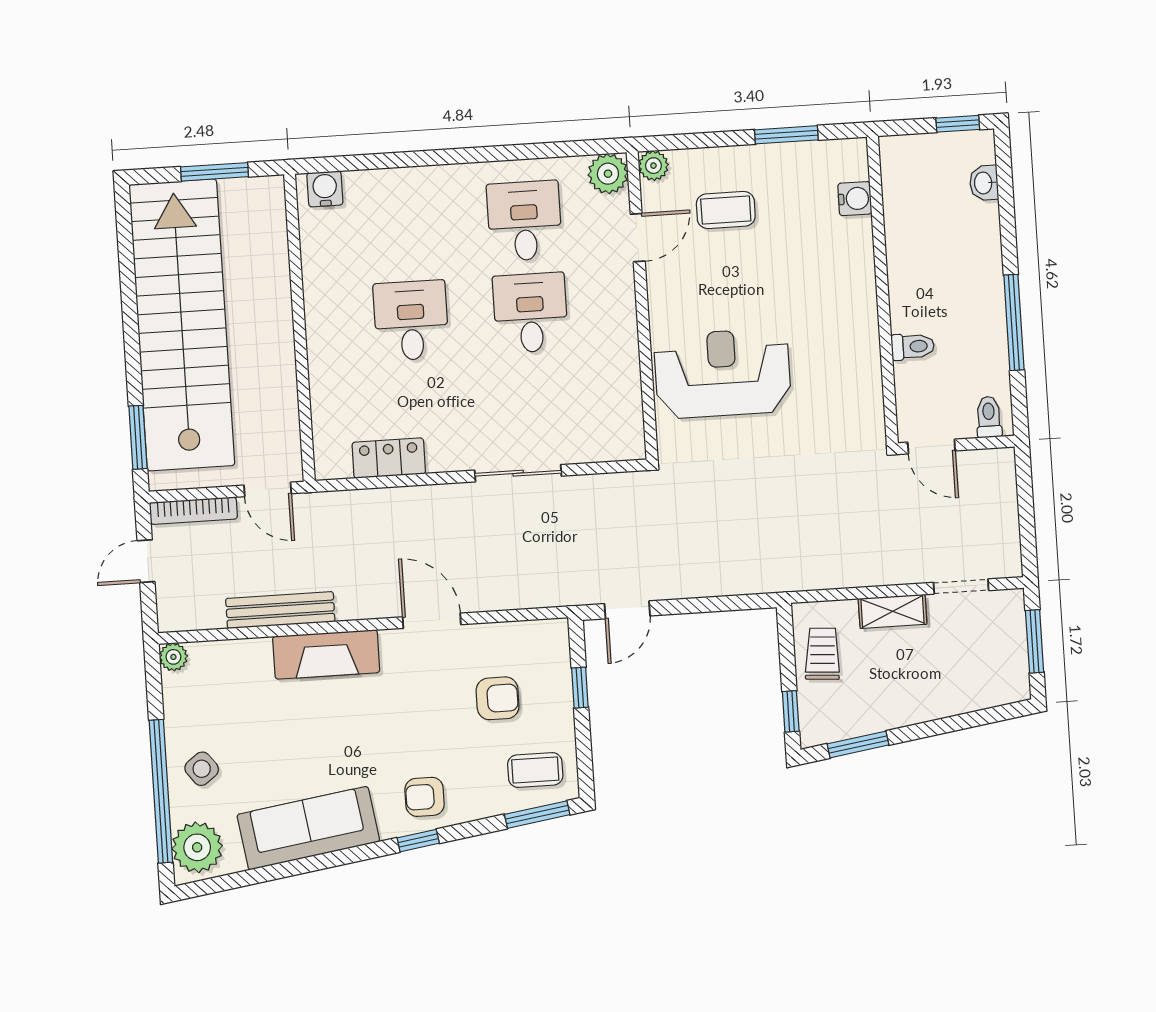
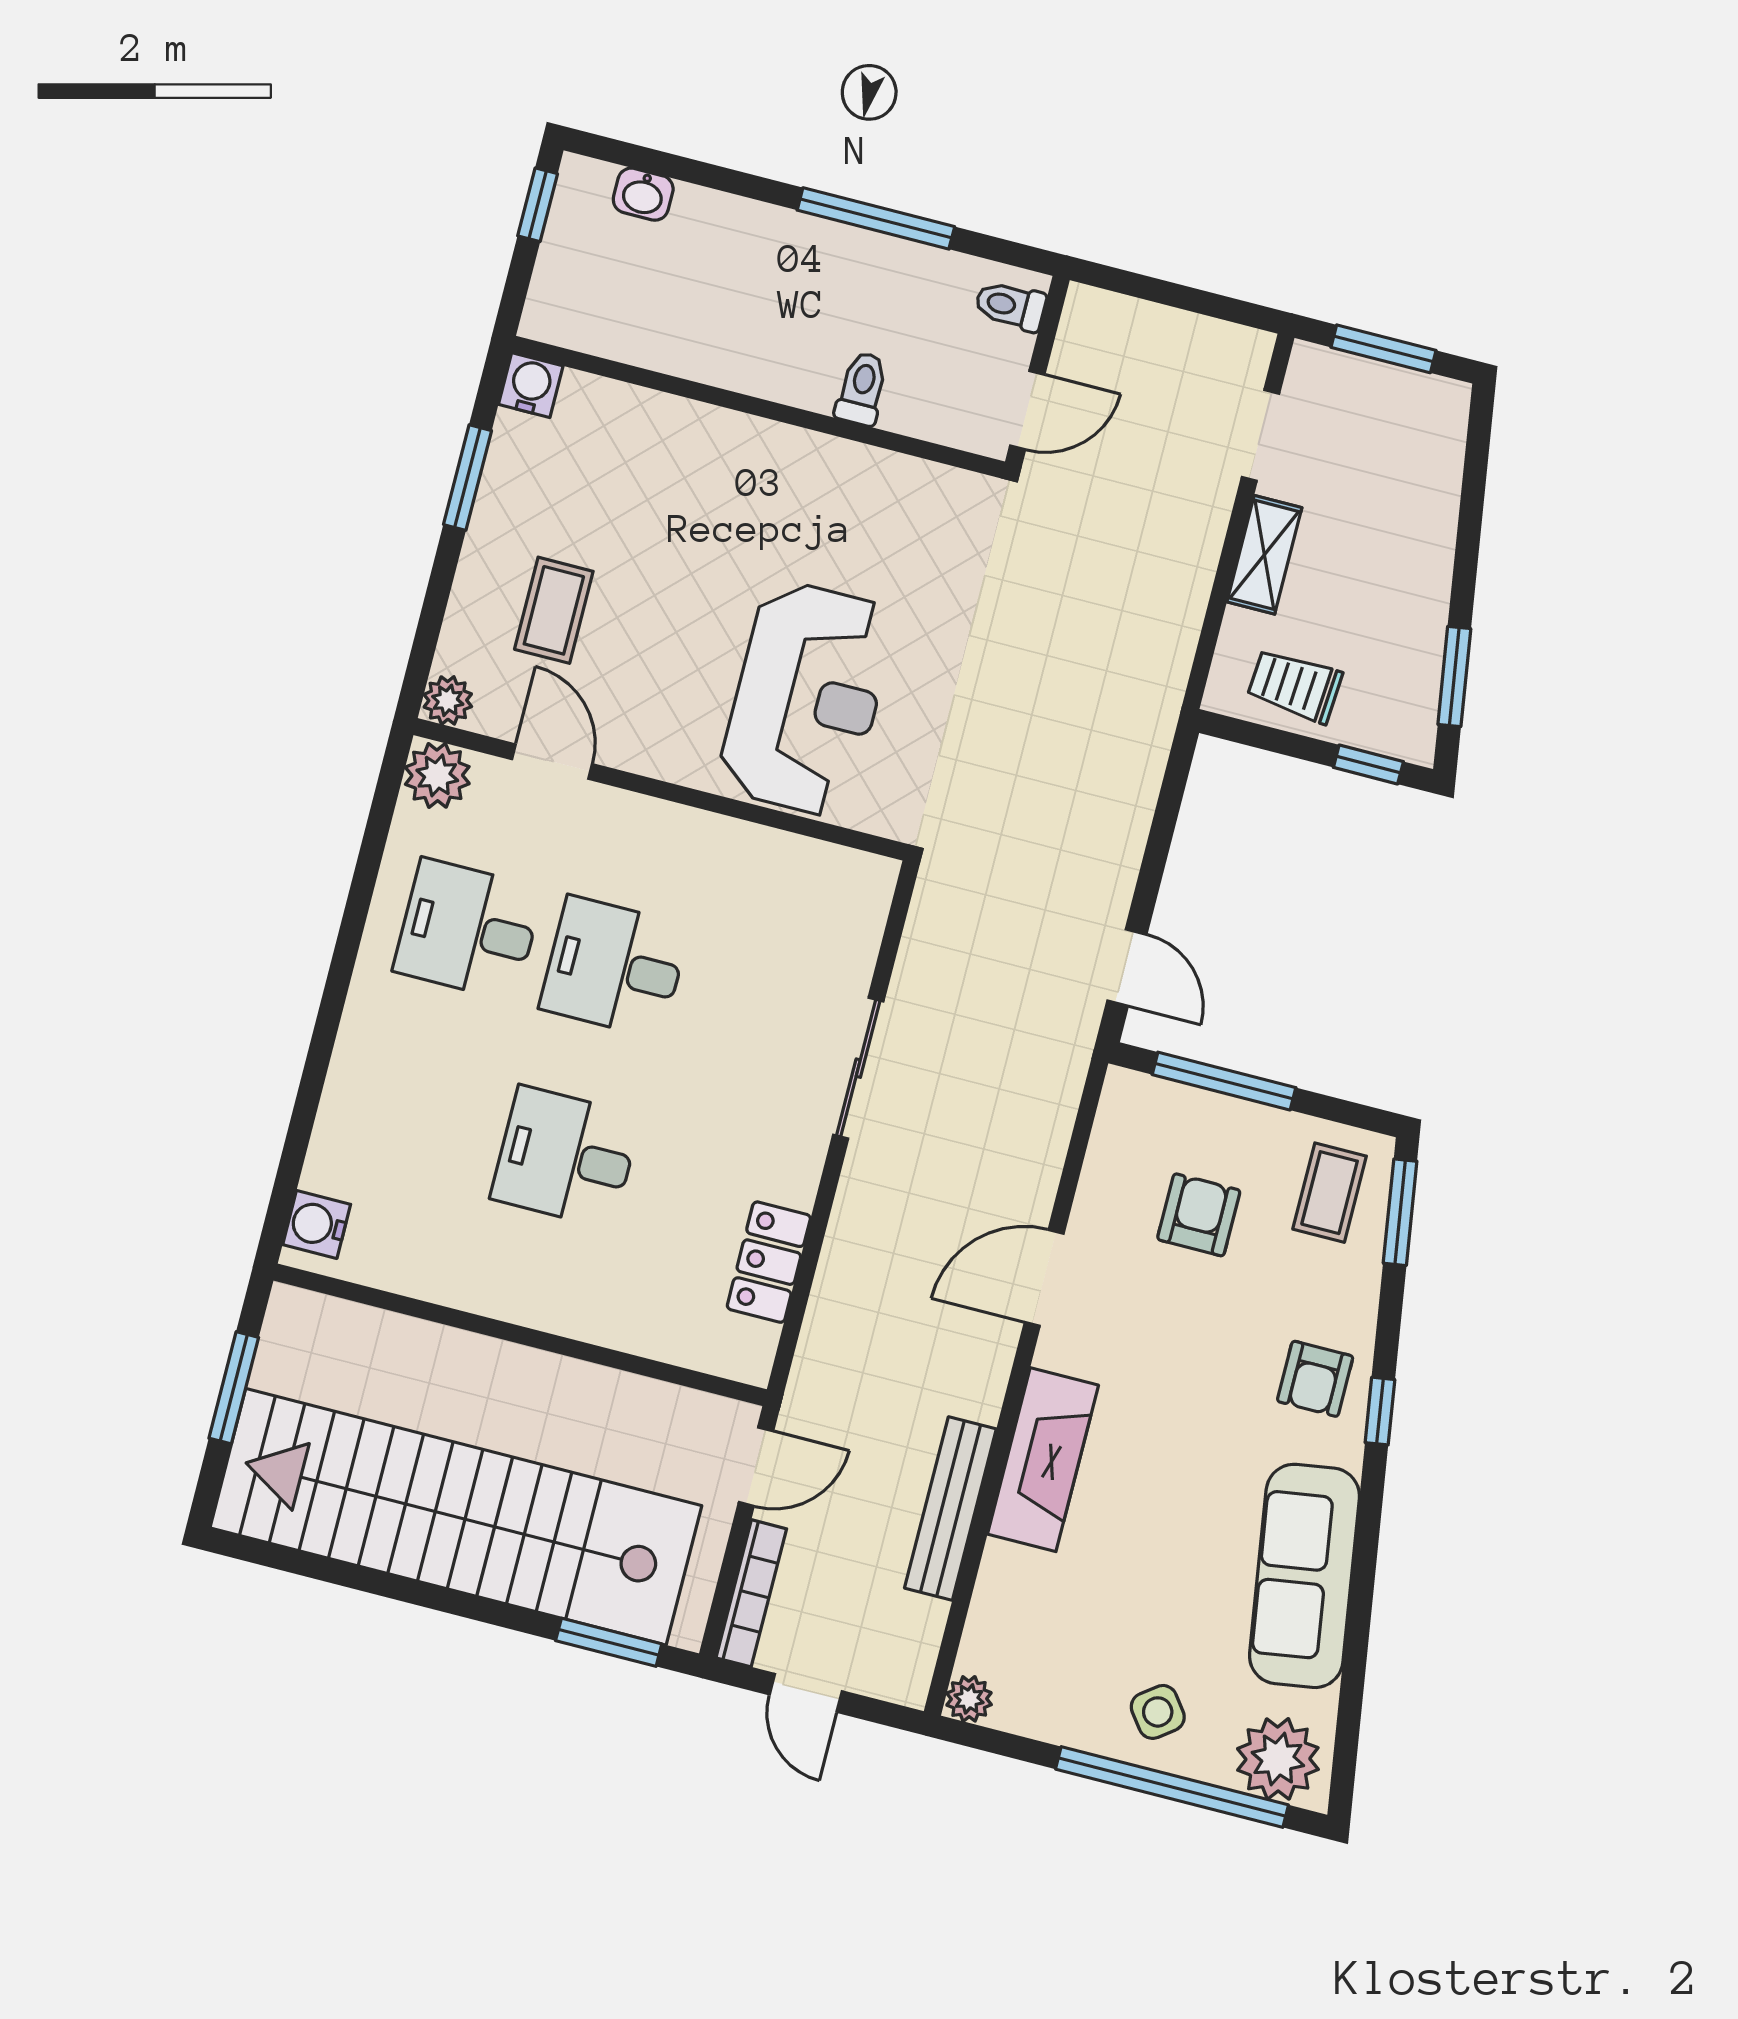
water cooler: (855, 199) -> (531, 385), moved
reception desk: (723, 373) -> (807, 699), turned 180
window: (580, 688) -> (1224, 1081), width x2.17

